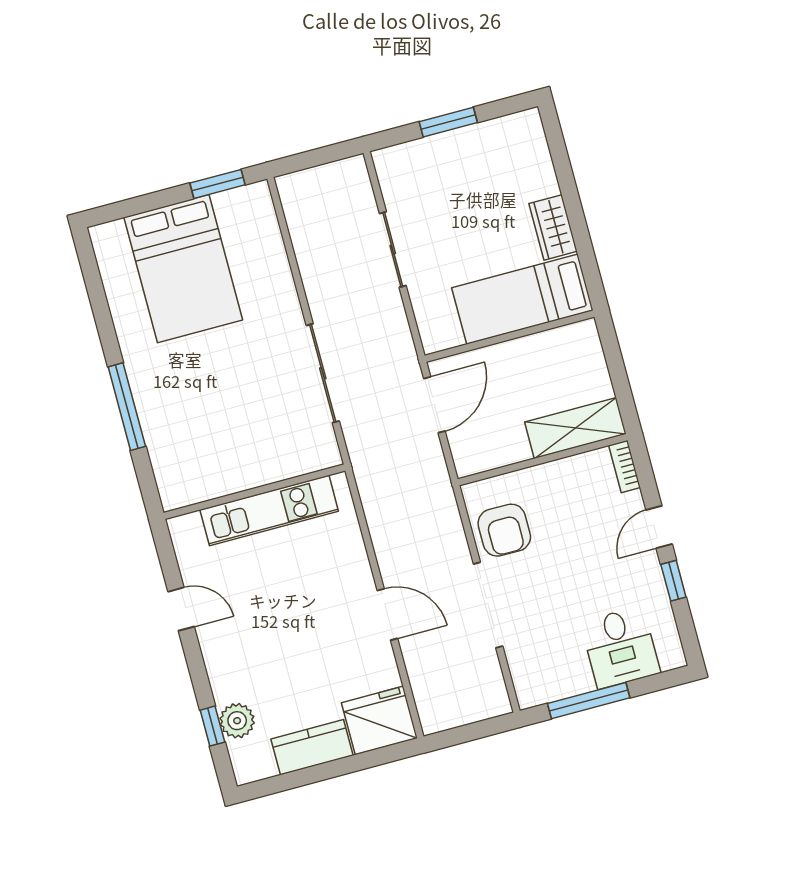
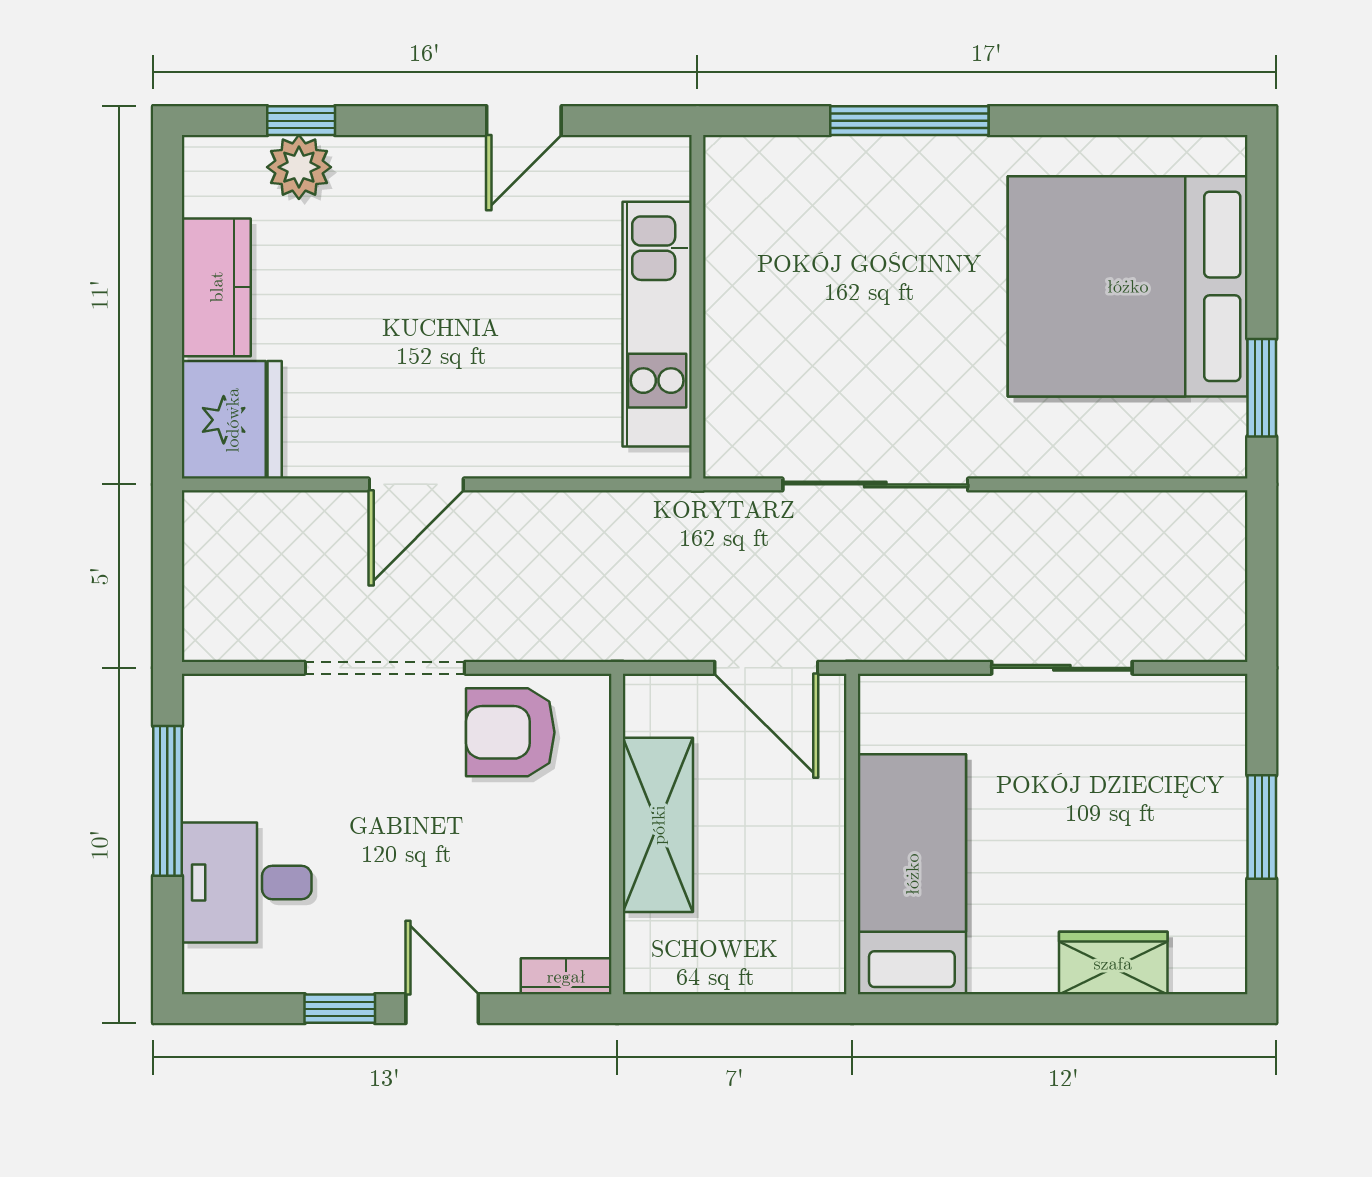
wardrobe: (553, 227) -> (1113, 963), moved
bed: (183, 269) -> (1128, 286), width x1.36
shelving: (575, 428) -> (658, 825), moved

